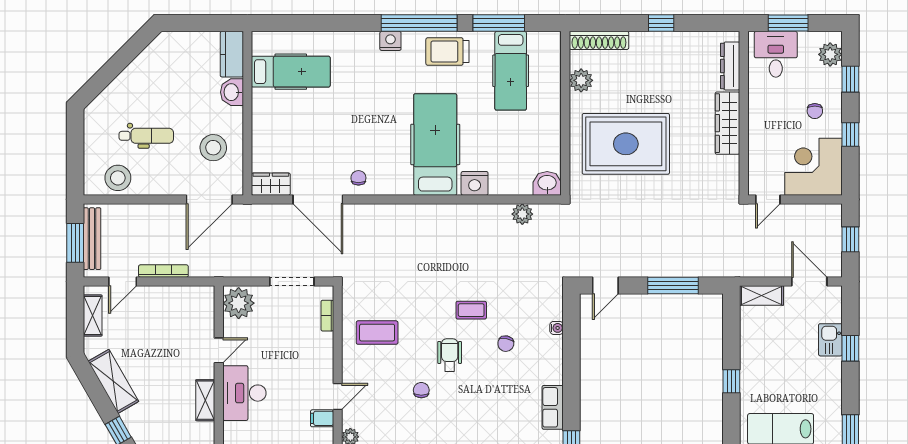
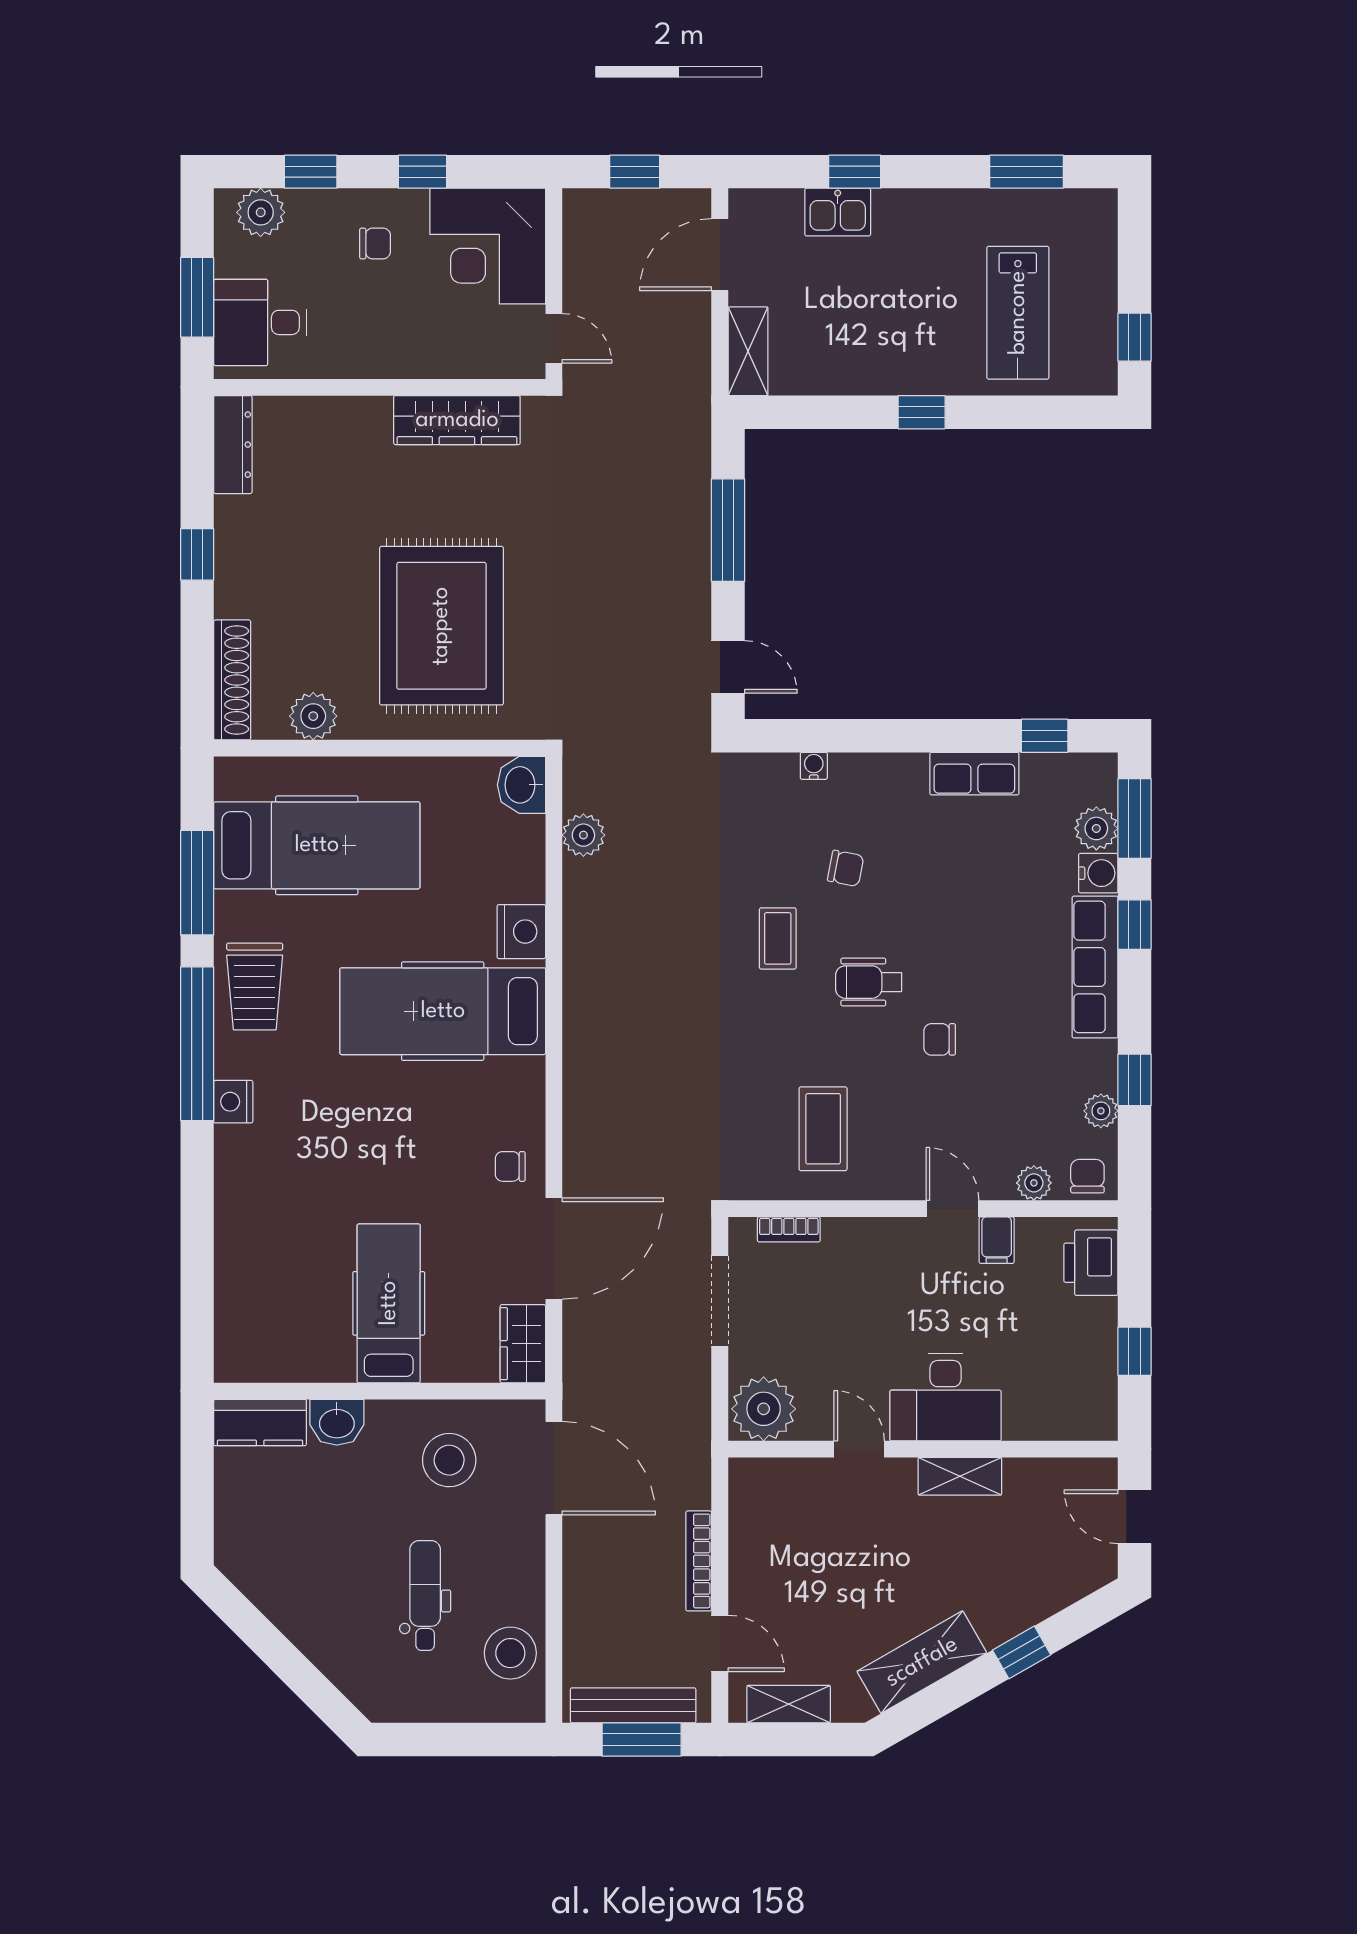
dresser: (730, 66) -> (233, 445), moved, turned -90
hospital bed: (511, 71) -> (317, 845), width x1.37, depth x1.29
hospital bed: (291, 72) -> (389, 1303), moved
wardrobe: (727, 123) -> (457, 420), moved

